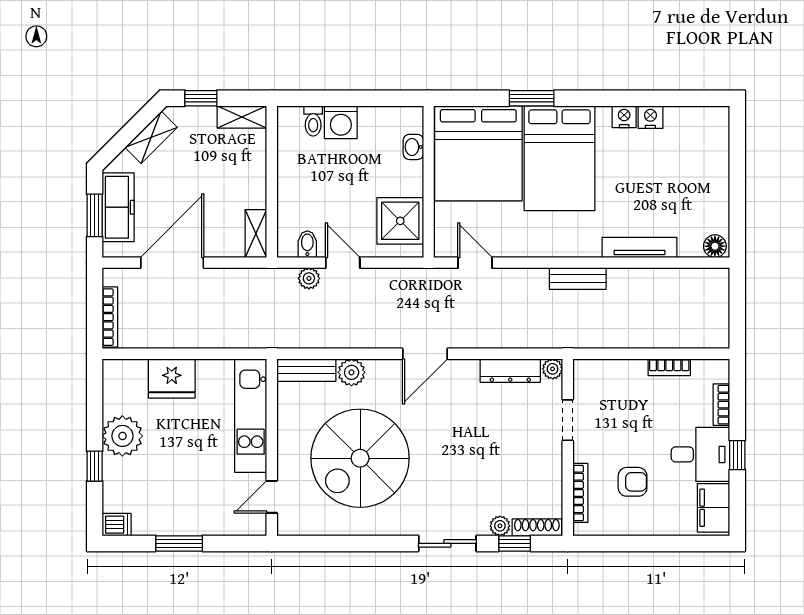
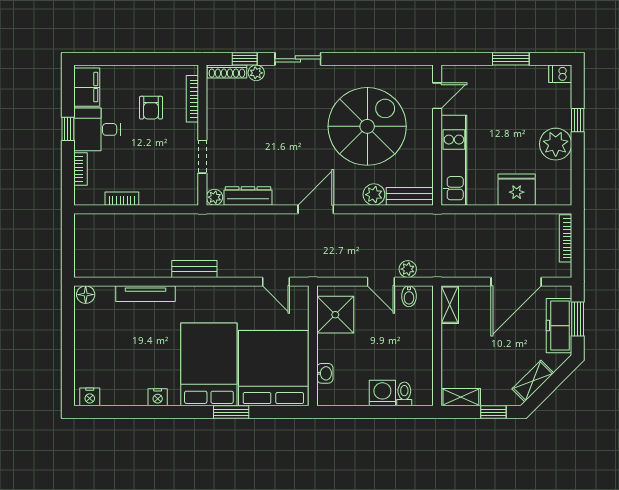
nightstand: (650, 117) -> (90, 397), moved
armchair: (633, 482) -> (151, 108), turned -90

